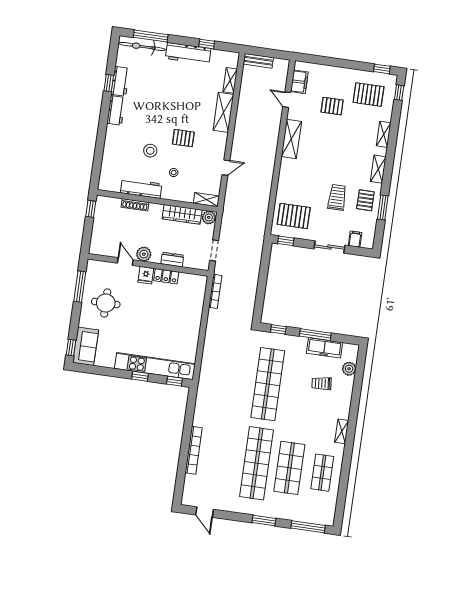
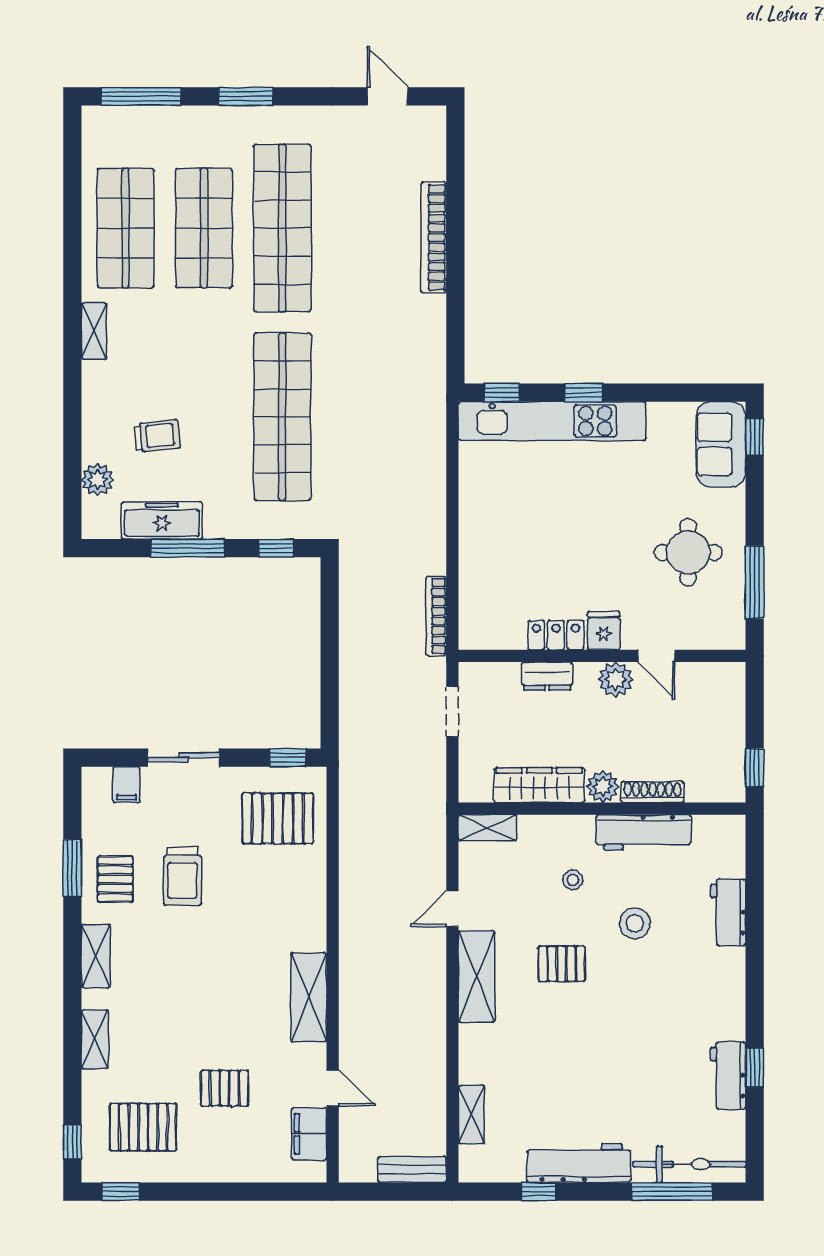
workbench: (116, 110) -> (728, 912), moved
shelving: (223, 112) -> (477, 977), moved
plant: (209, 217) -> (603, 787), moved
shop shelf: (322, 473) -> (126, 228), width x1.43, depth x1.36

